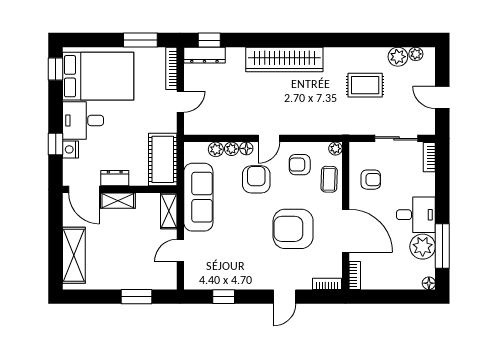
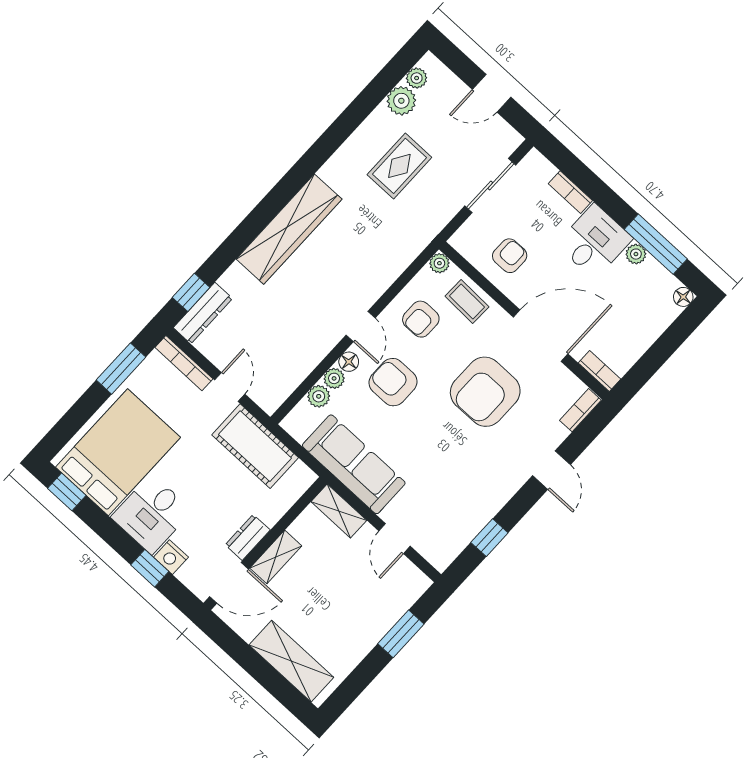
bookcase: (429, 157) -> (570, 192), moved
cot: (163, 159) -> (255, 446), moved
plant: (423, 247) -> (636, 254), width x0.53, depth x0.53

